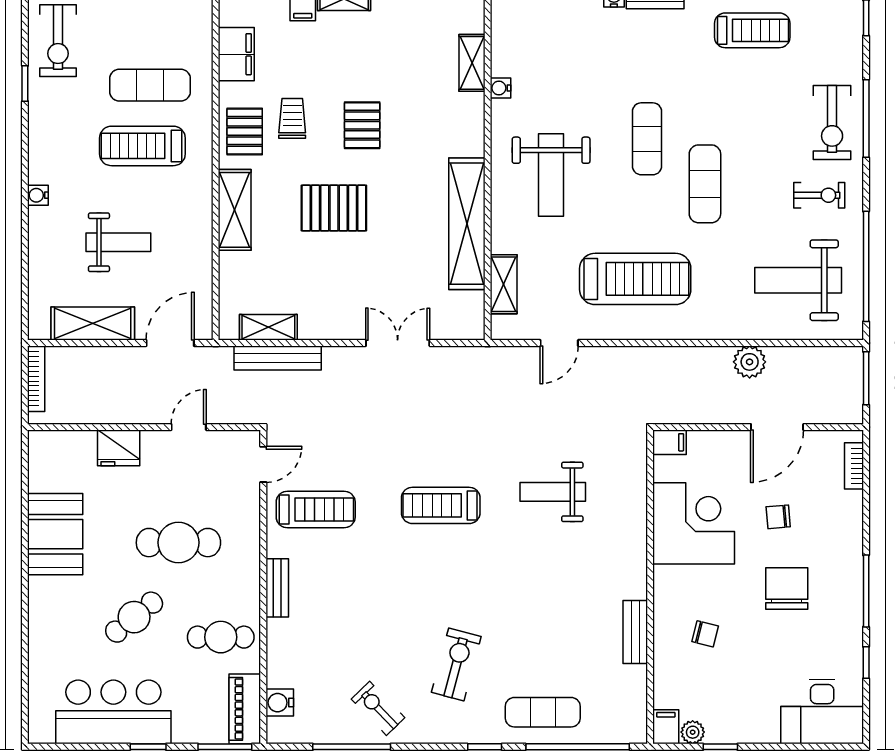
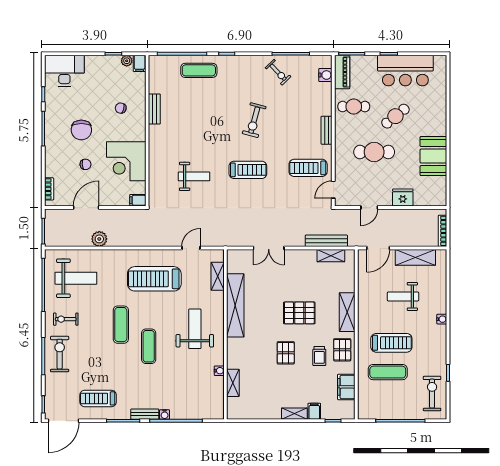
exercise bike: (456, 664) -> (254, 120), moved

